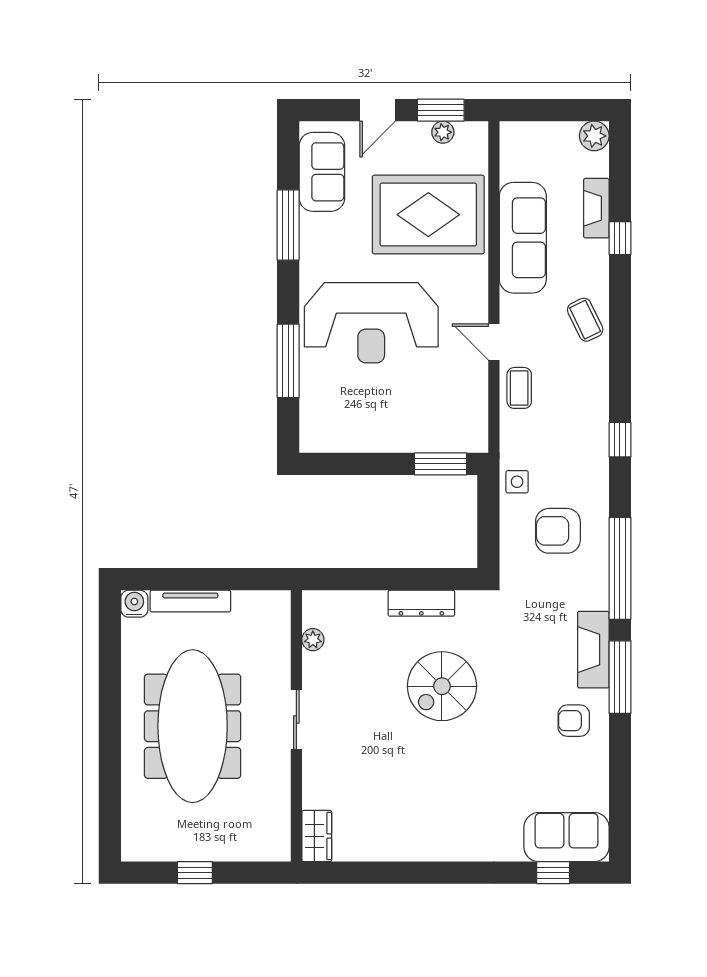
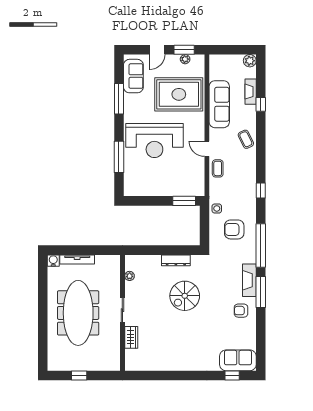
wardrobe: (317, 836) -> (131, 337), moved

